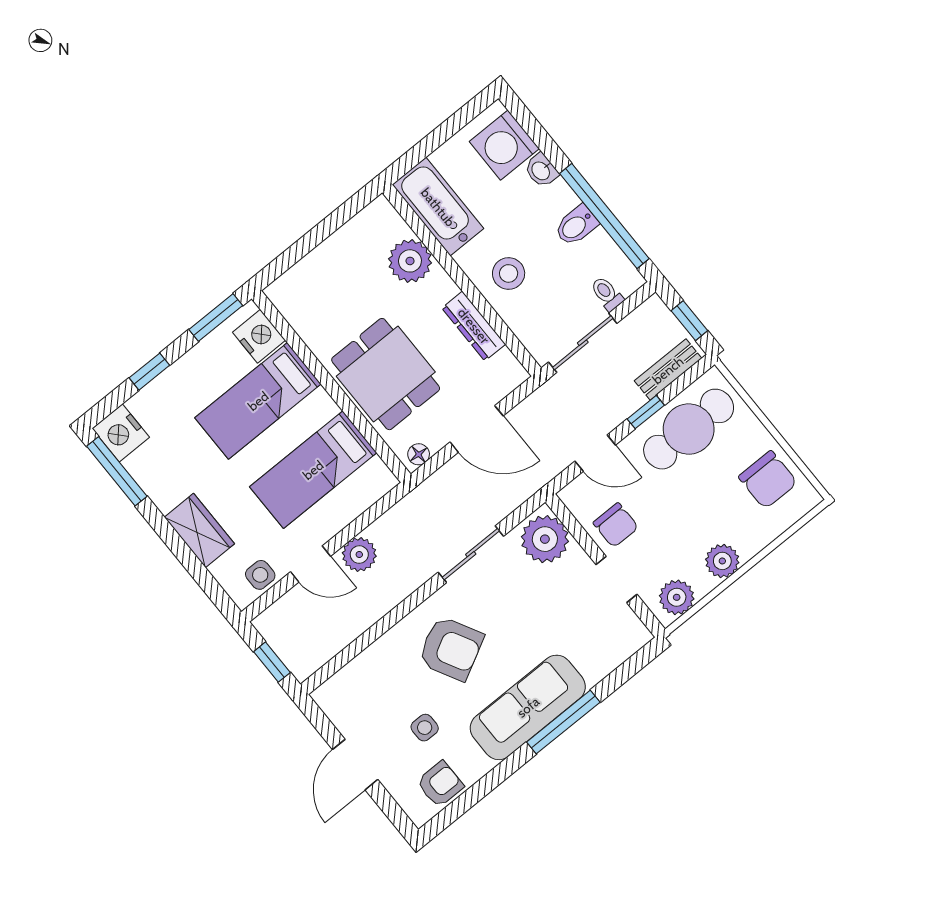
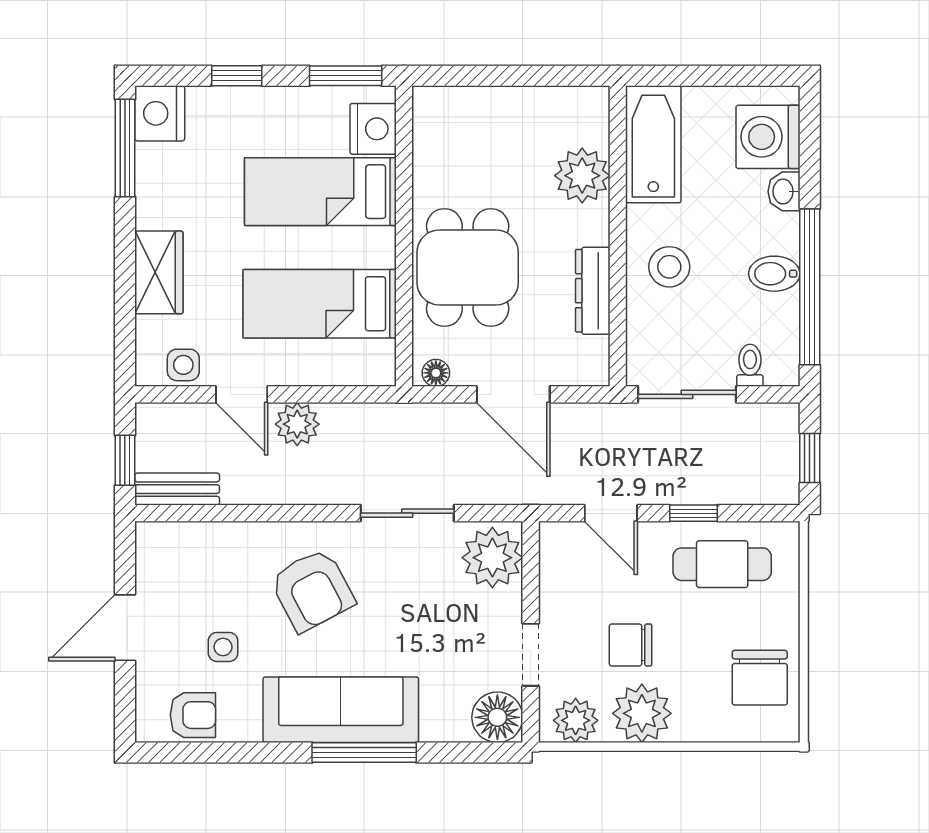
bench: (668, 370) -> (177, 489), moved
cafe table: (689, 429) -> (722, 564), width x0.73, depth x0.74
chair: (616, 525) -> (631, 645), moved, turned 90
plant: (722, 561) -> (642, 713), width x1.36, depth x1.36
floor lamp: (627, 634) -> (497, 717), added

